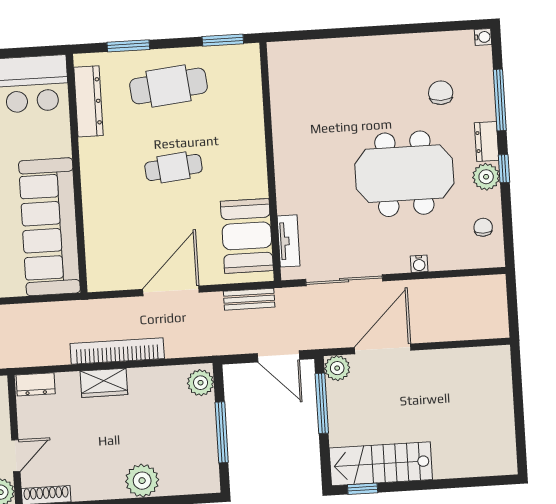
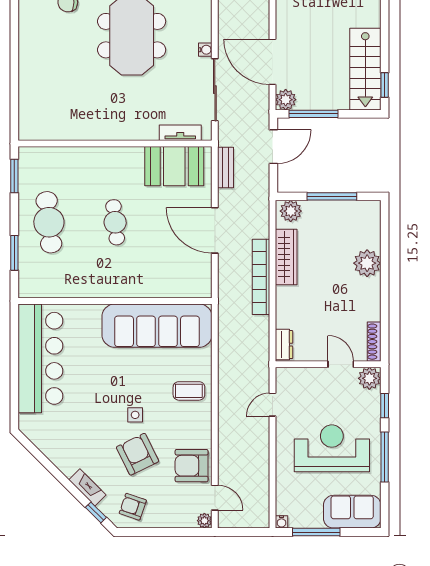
dresser: (88, 101) -> (57, 288), removed
water cooler: (419, 264) -> (205, 50), moved
wardrobe: (104, 383) -> (286, 257), moved, width x1.50

